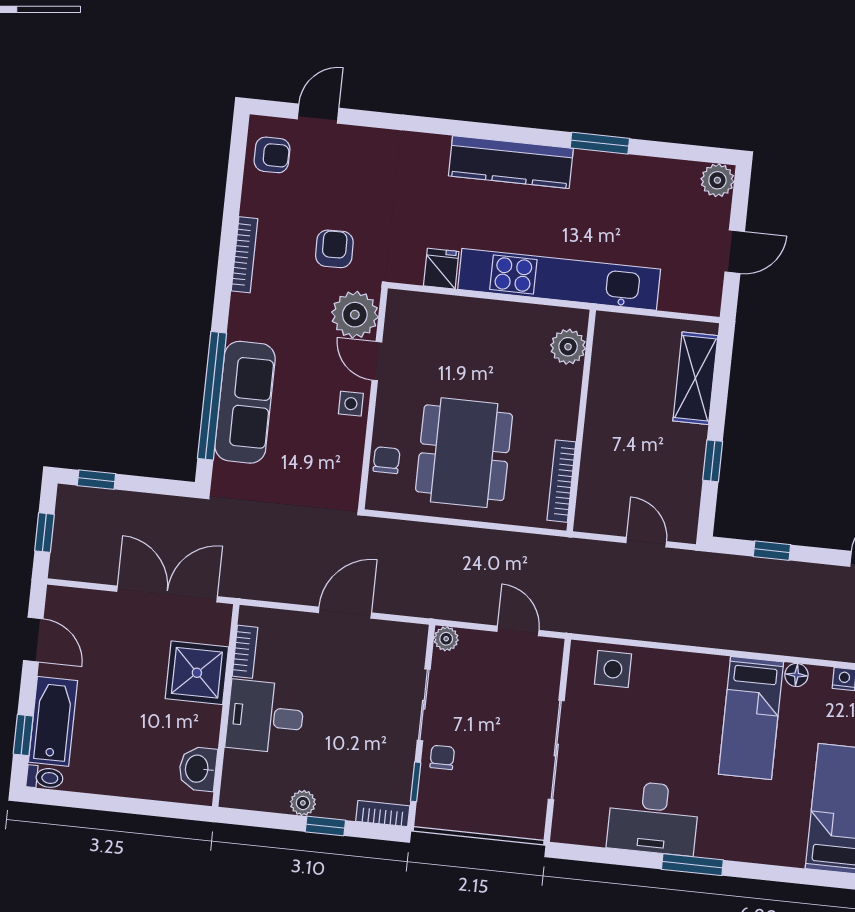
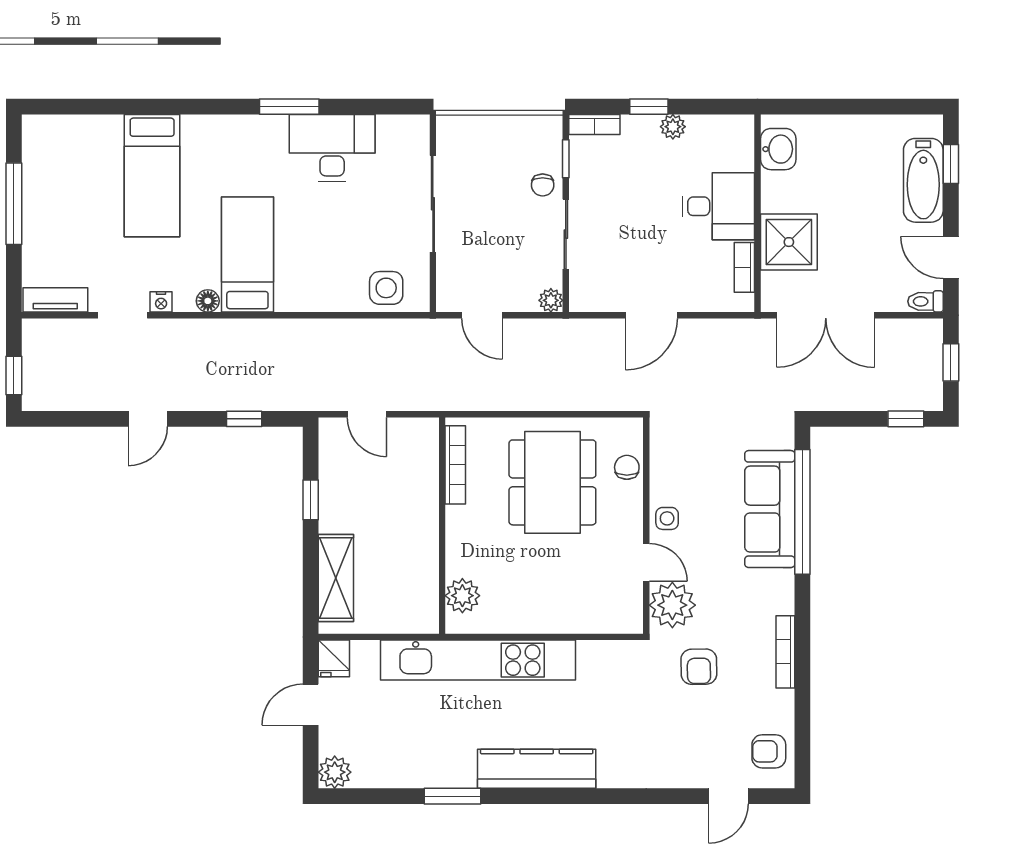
fridge: (441, 269) -> (334, 658), moved
chair: (387, 460) -> (627, 467), turned 180
toilet: (45, 777) -> (926, 301), moved

